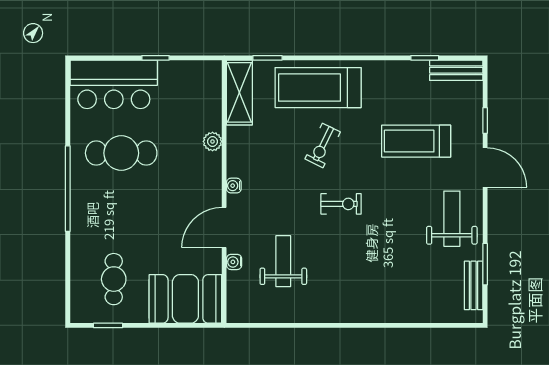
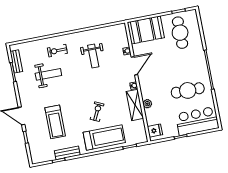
bench: (456, 70) -> (67, 153), moved
fridge: (208, 81) -> (155, 131), added
shelving: (239, 92) -> (135, 105), moved
treadmill: (416, 141) -> (55, 122), turned 90
exercise bike: (341, 204) -> (57, 51), moved
weight bench: (452, 219) -> (48, 74), moved, turned -90
weight bench: (283, 261) -> (93, 56), moved
cafe table: (114, 279) -> (180, 33), width x1.37, depth x1.35

